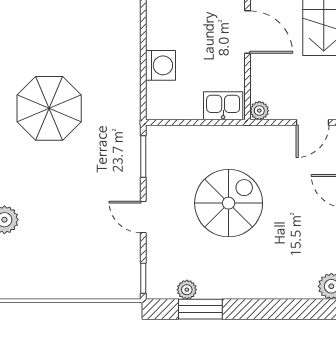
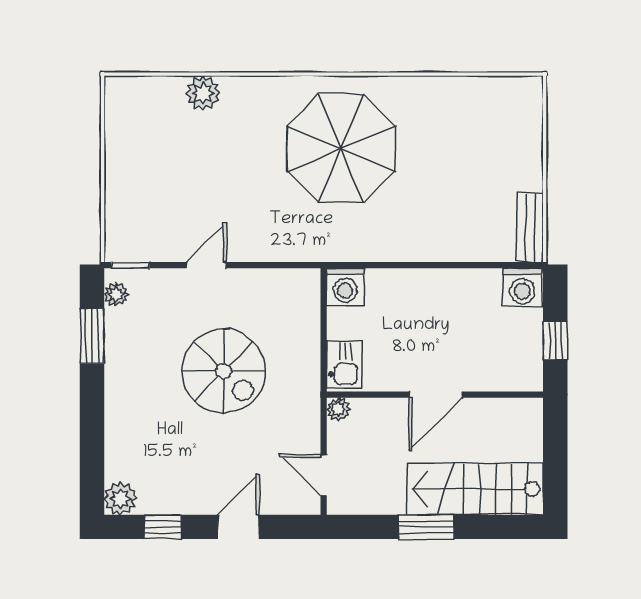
washing machine: (161, 65) -> (345, 287), moved
parasol: (49, 108) -> (341, 148), width x1.36, depth x1.36
window: (143, 157) -> (281, 265), removed
plant: (187, 290) -> (116, 294), moved

